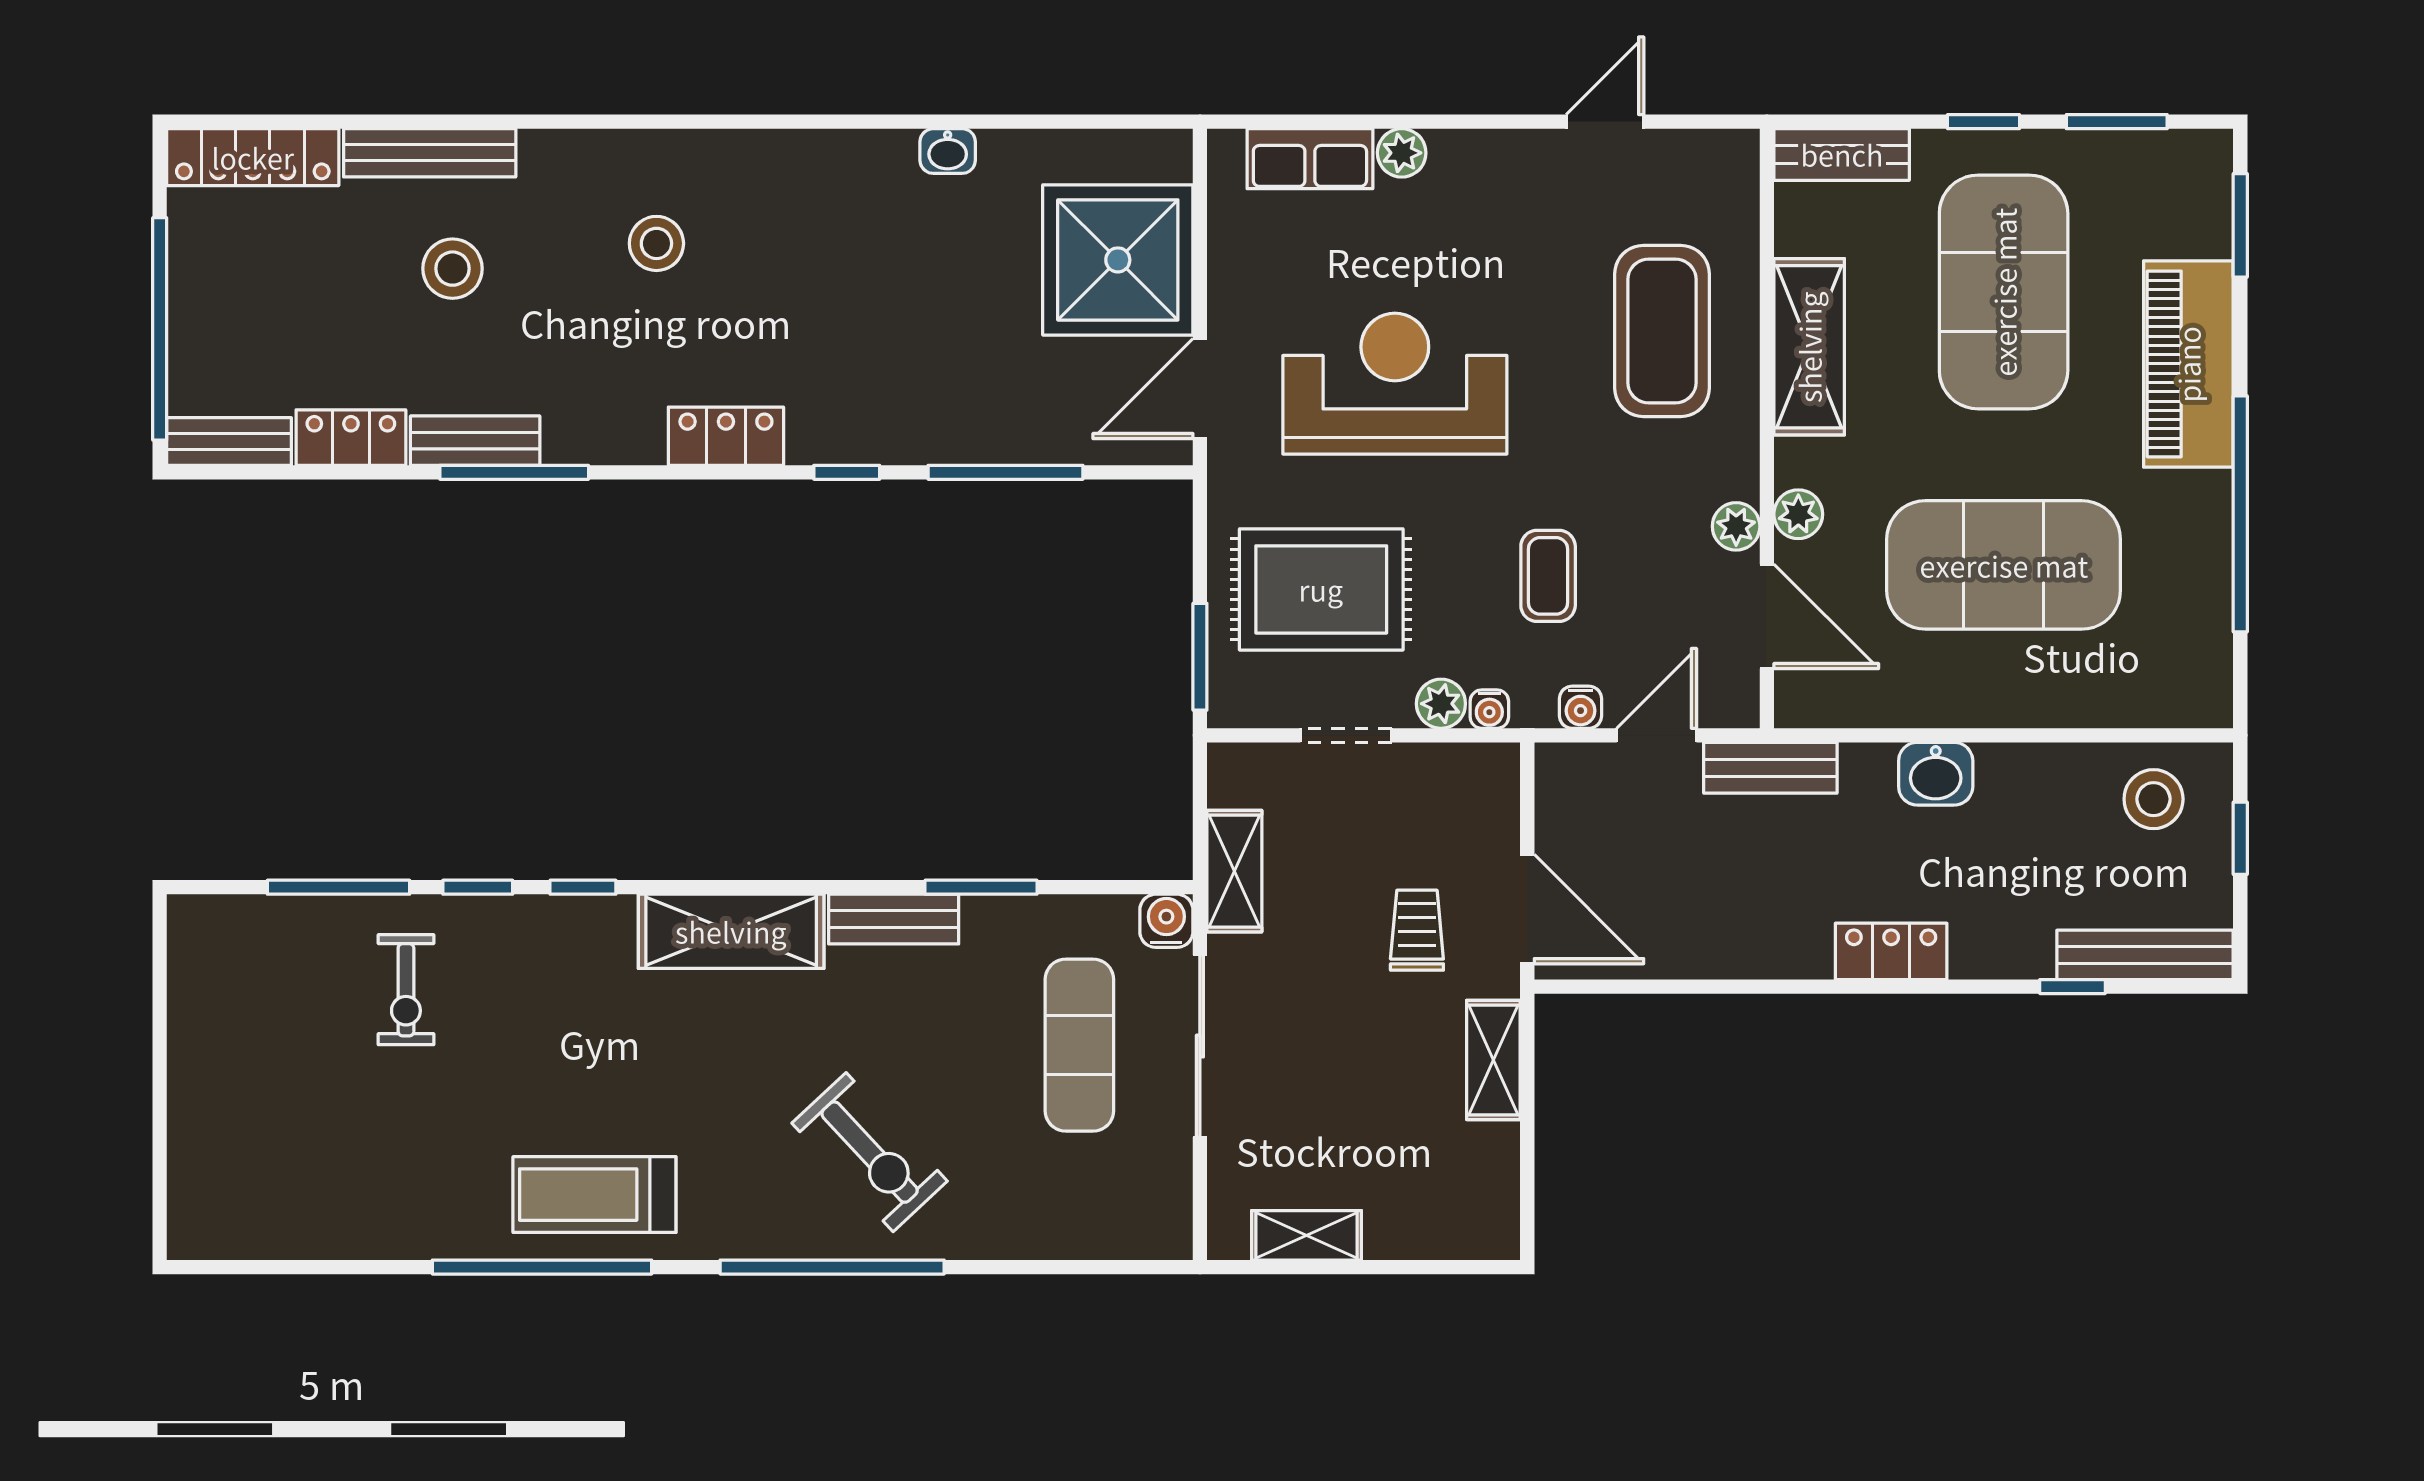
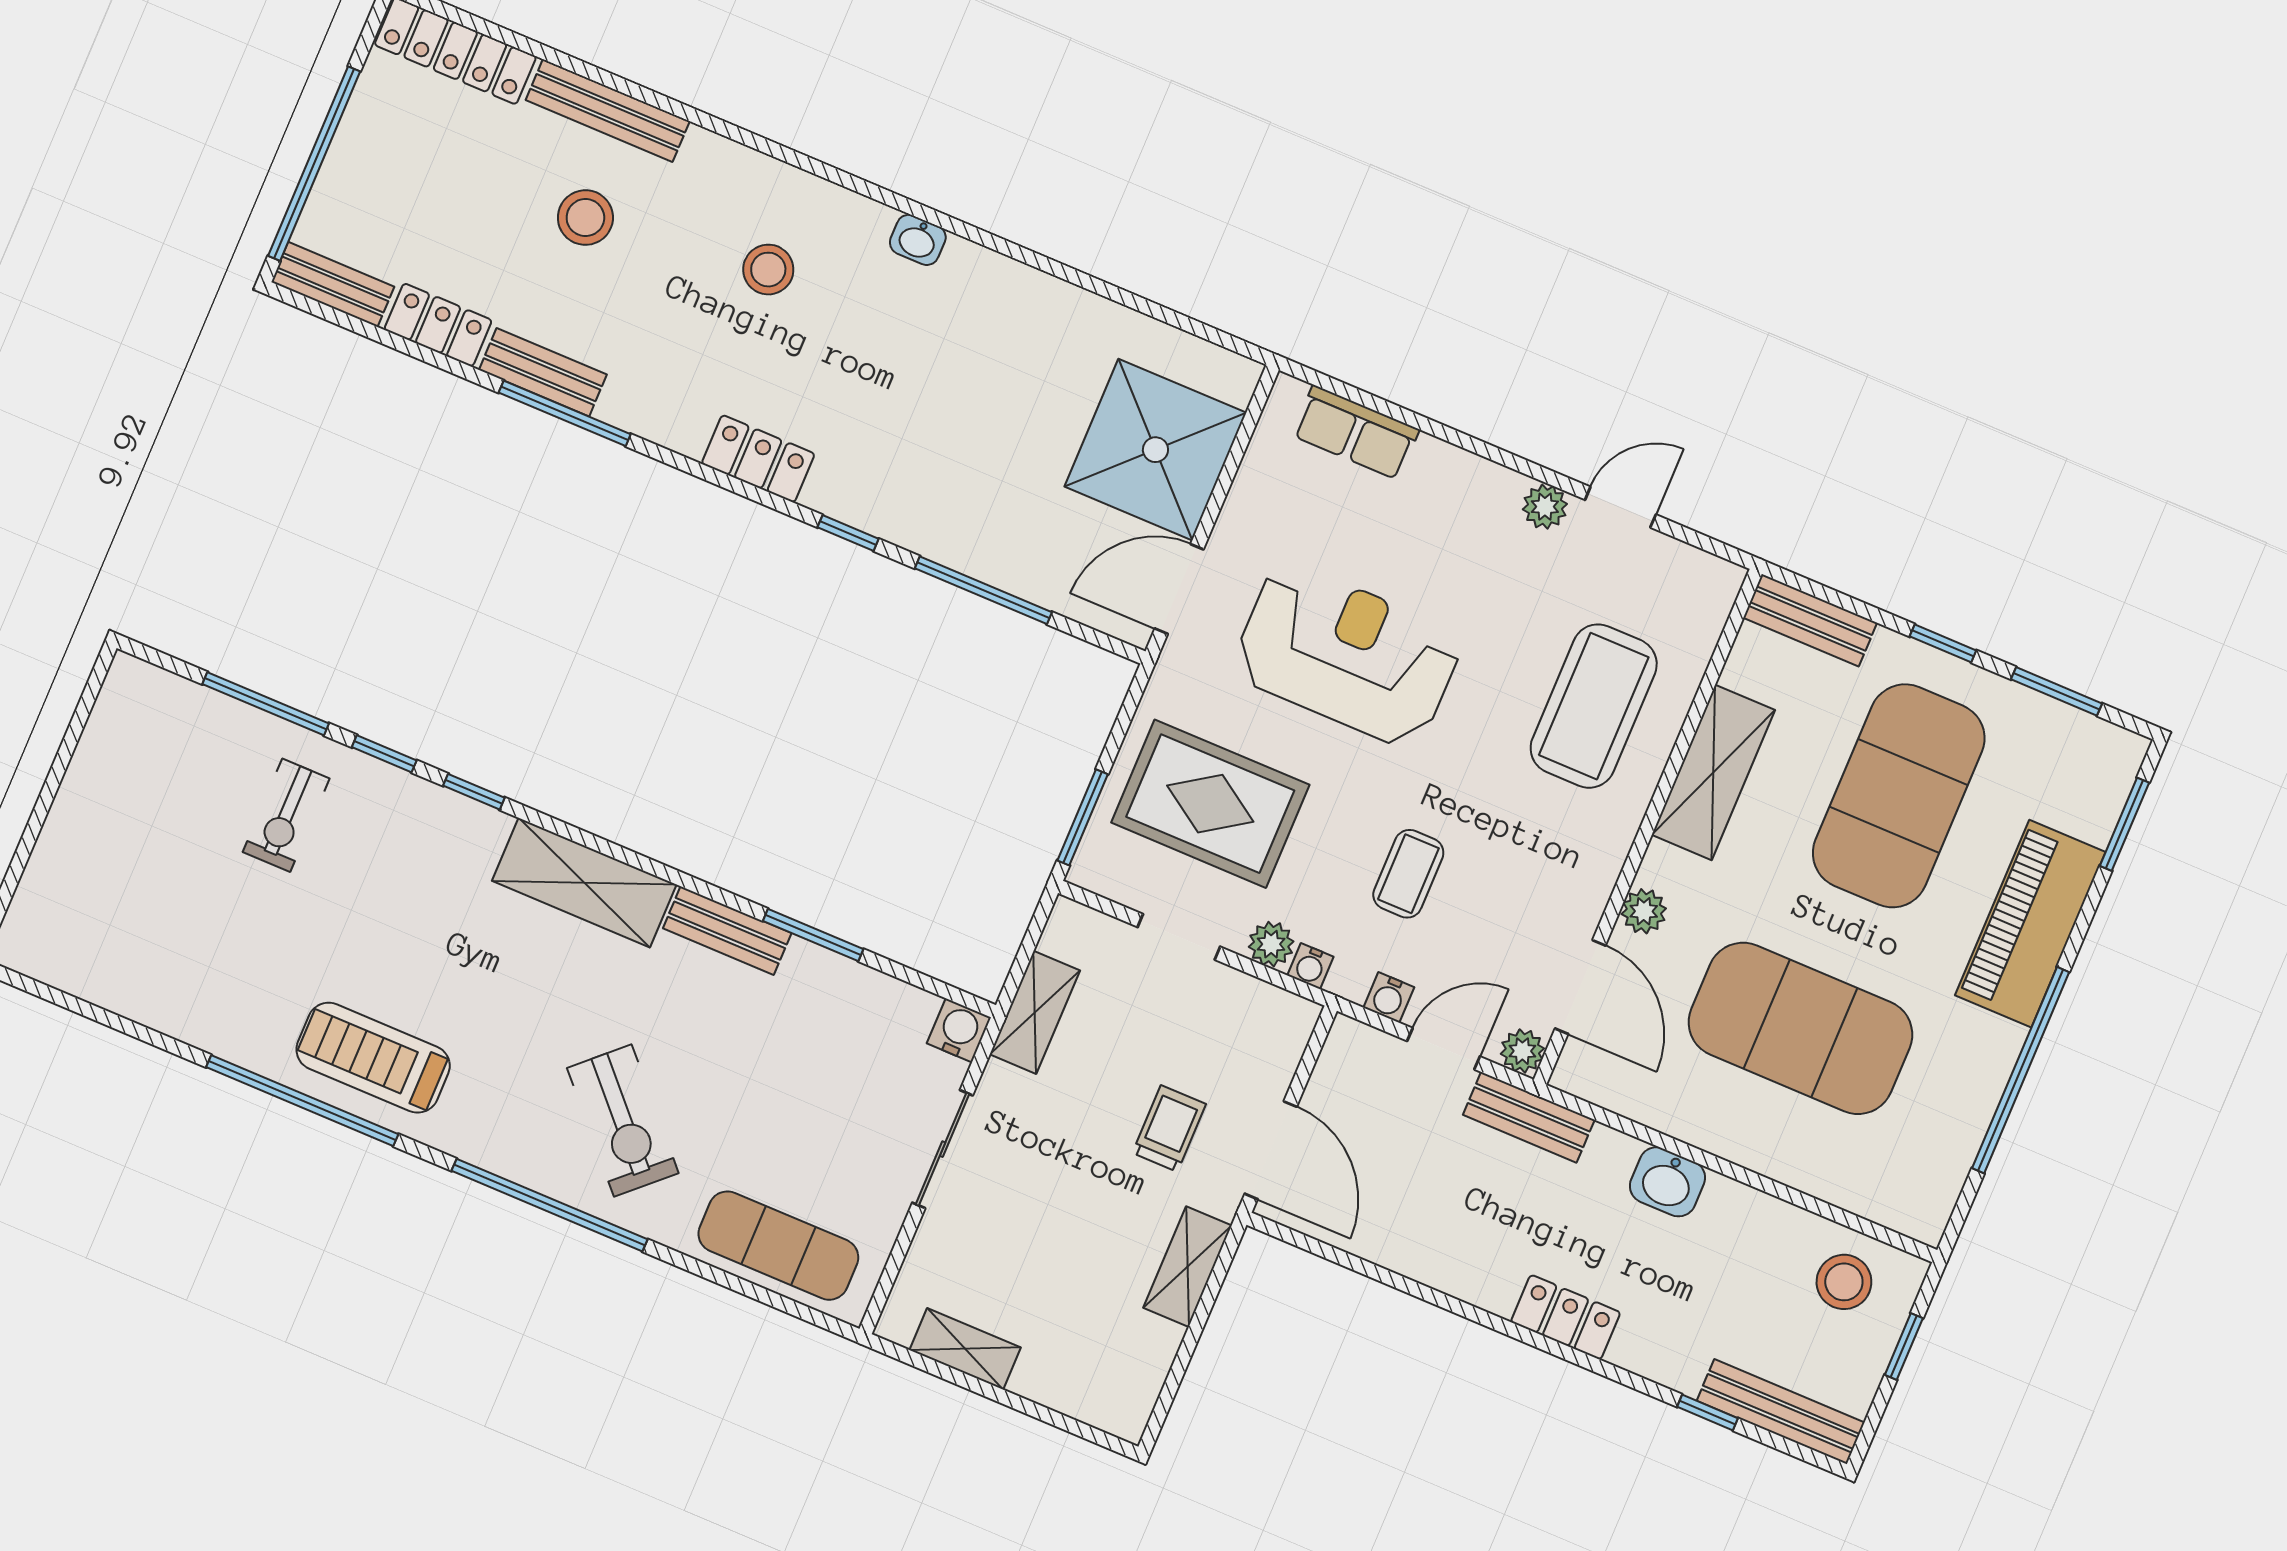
washbasin: (948, 151) -> (918, 240), moved
plant: (1402, 153) -> (1545, 507), moved
plant: (1736, 526) -> (1522, 1051), moved
exercise mat: (1079, 1045) -> (778, 1246), moved, turned 90
sliding door: (1200, 1046) -> (943, 1149), width x0.73

